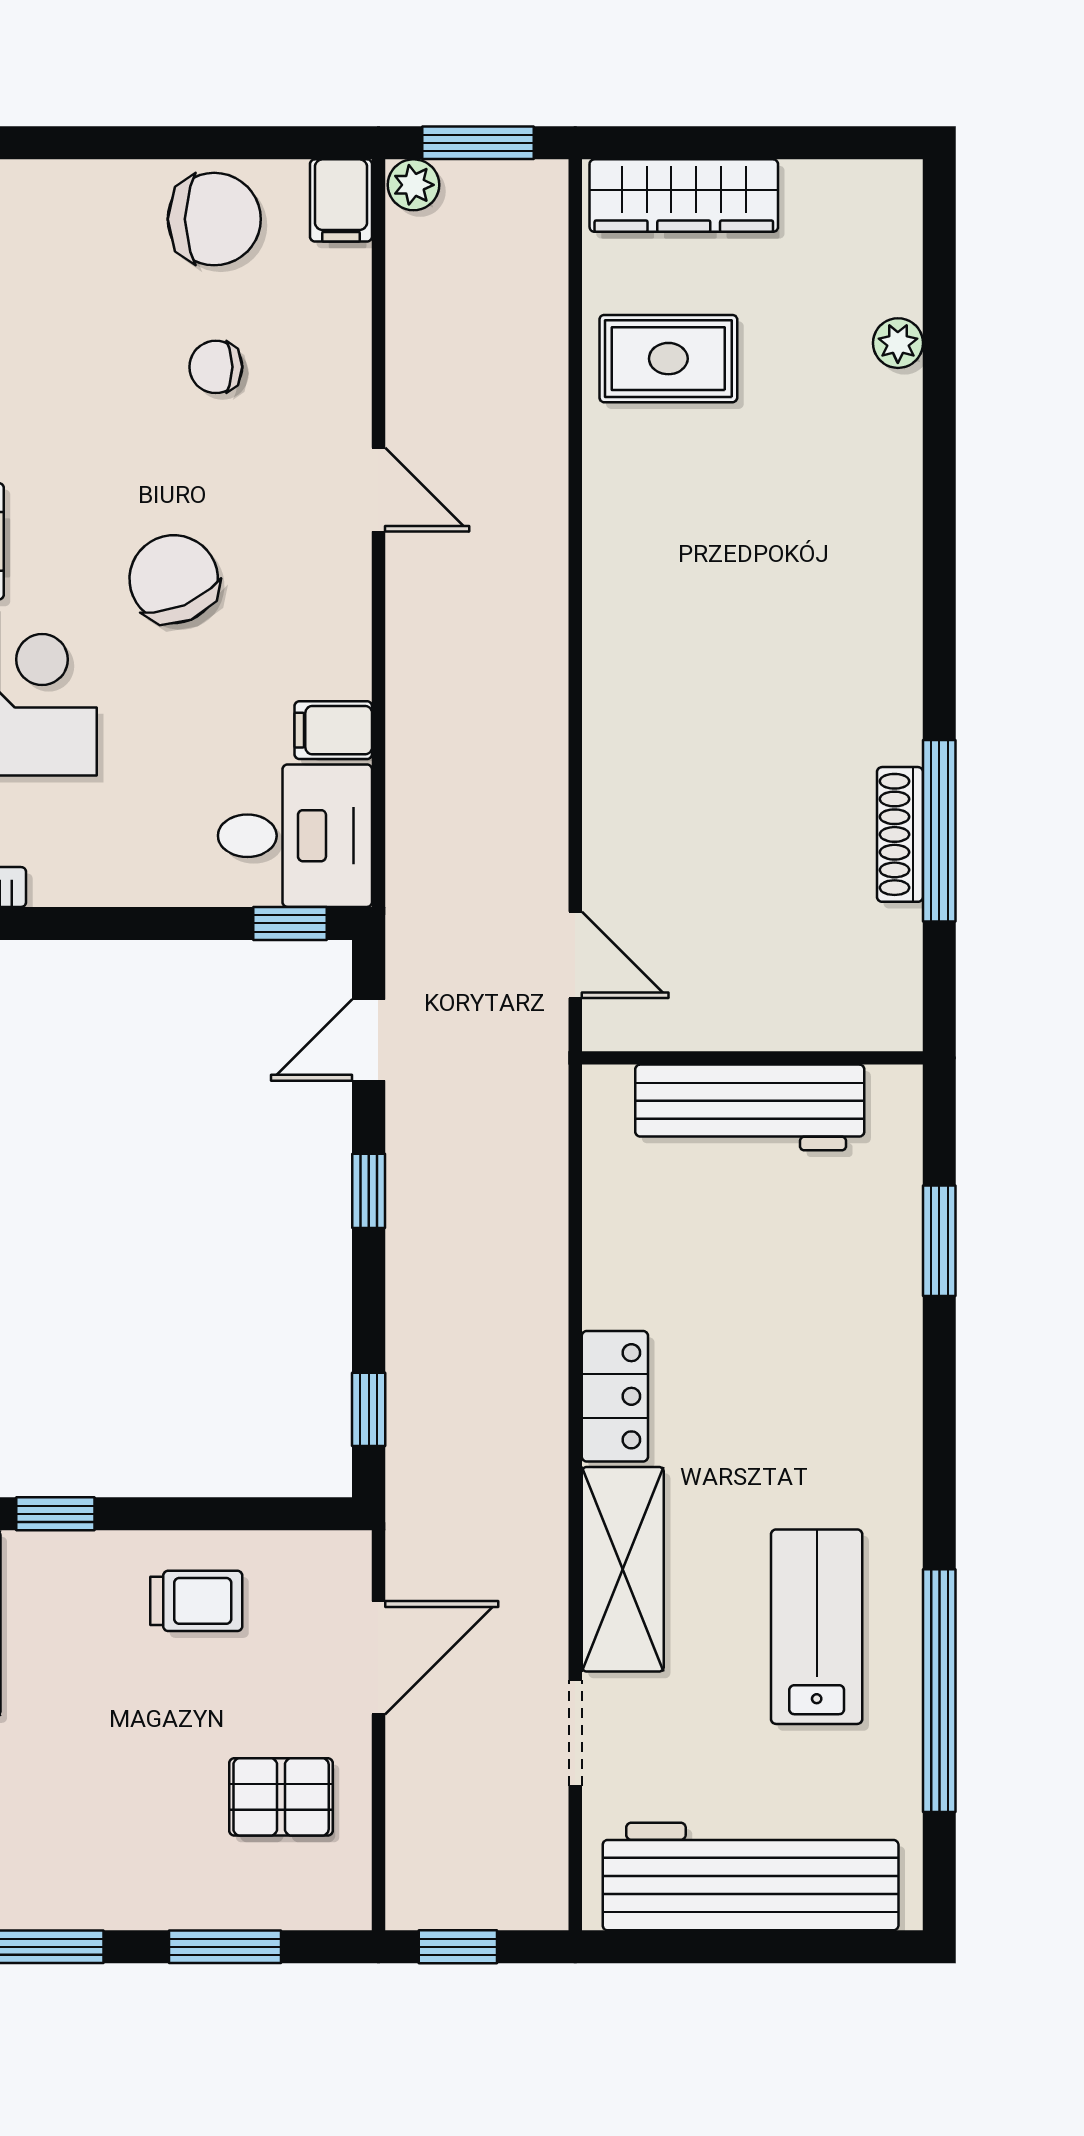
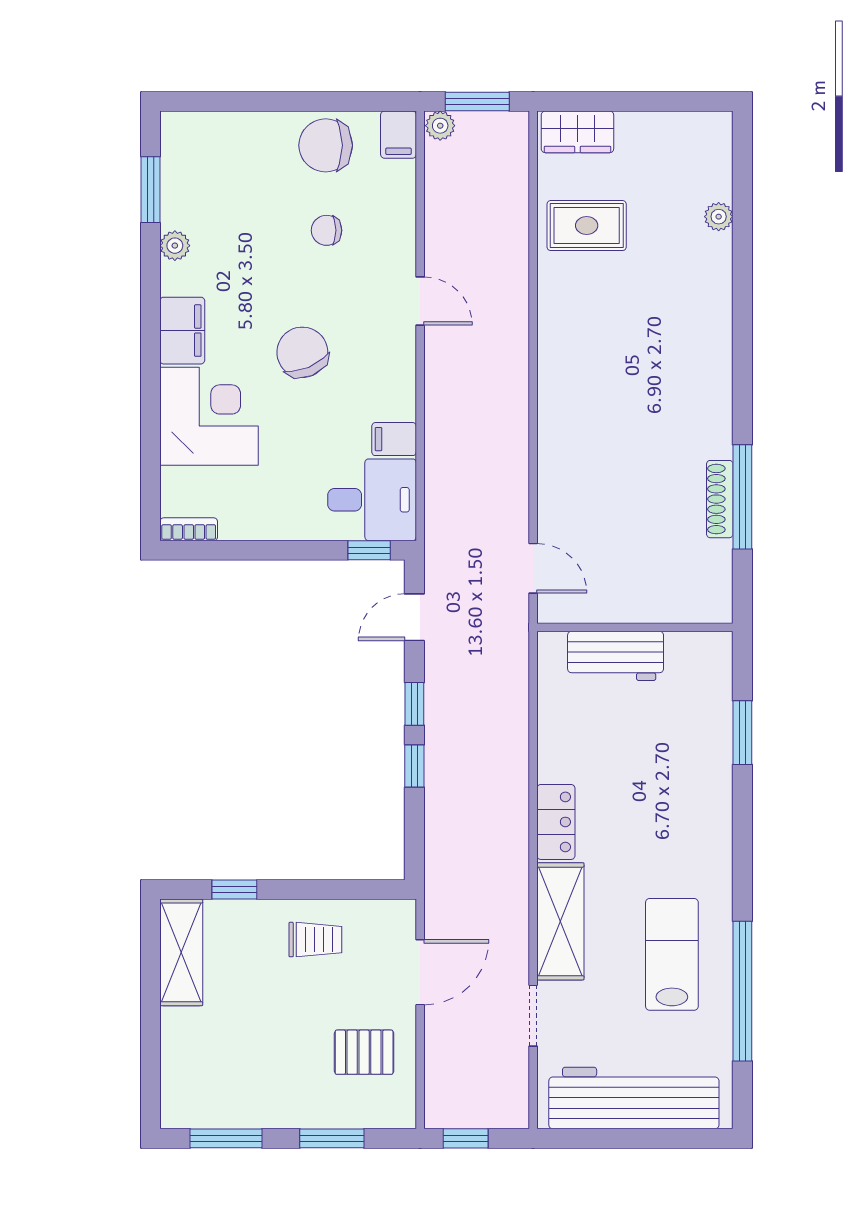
wardrobe: (684, 196) -> (577, 132), width x0.67
chair: (214, 219) -> (326, 145), turned 180
workbench: (750, 1107) -> (616, 656), width x0.73
window: (369, 1409) -> (414, 766), moved

